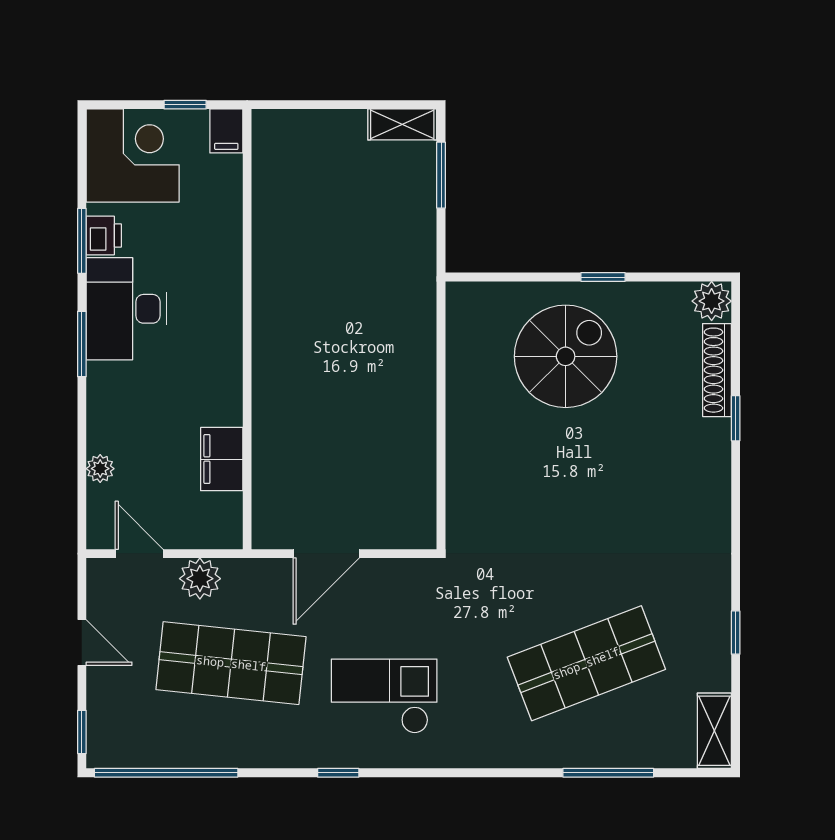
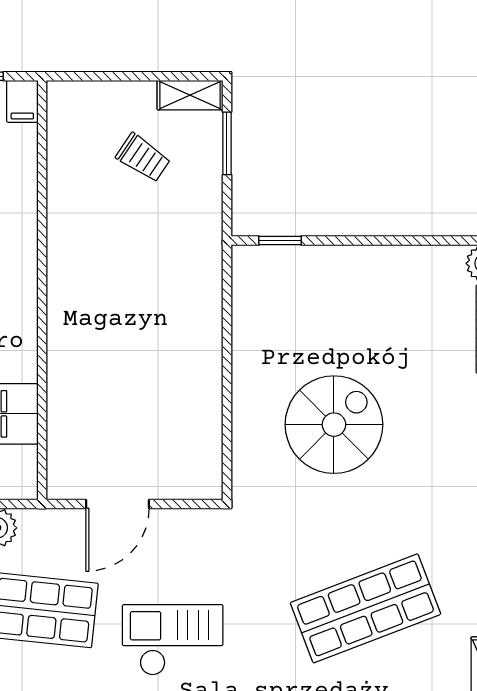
trolley: (353, 190) -> (143, 158), added
window: (603, 277) -> (280, 240), moved
spiral stairs: (566, 356) -> (334, 425), moved

